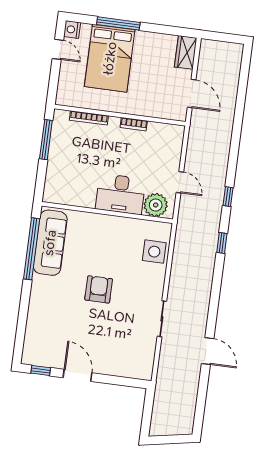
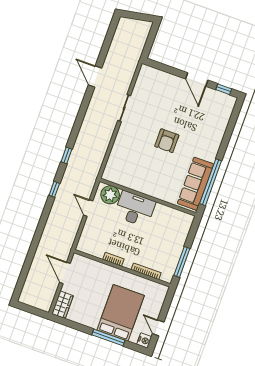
side table: (154, 252) -> (119, 160), removed

